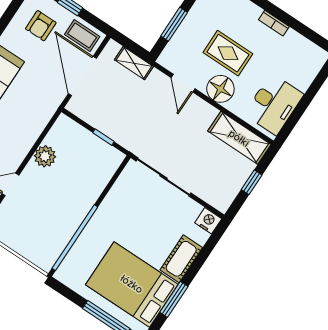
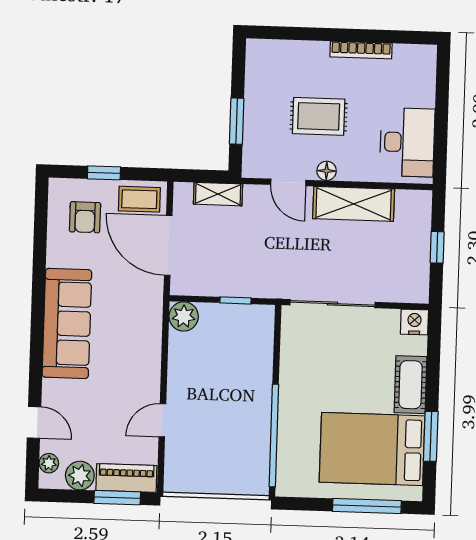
bookcase: (274, 23) -> (361, 50), width x1.56
floor lamp: (220, 89) -> (327, 171), width x0.53, depth x0.53
shelving: (239, 138) -> (354, 204), moved
plant: (45, 156) -> (184, 316), moved

